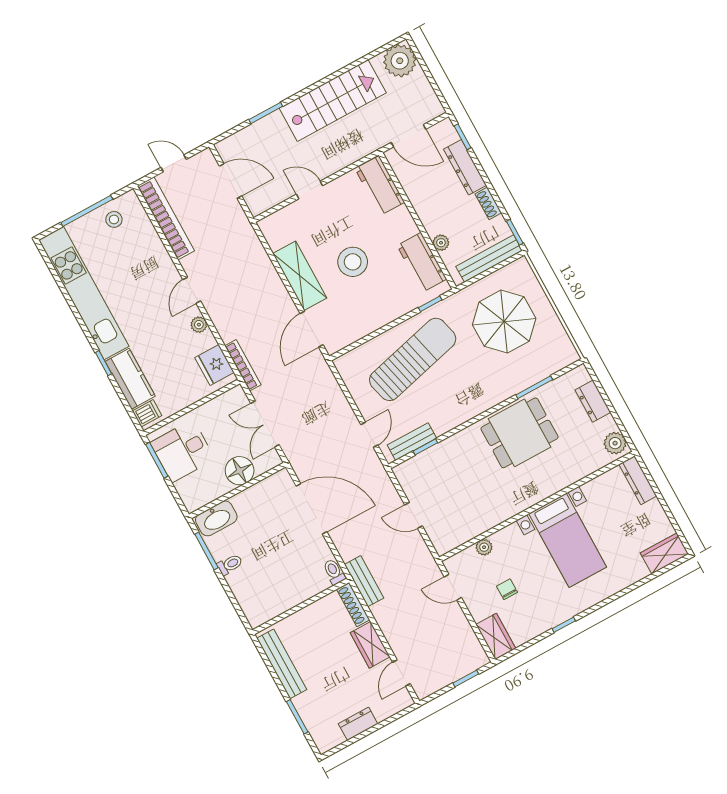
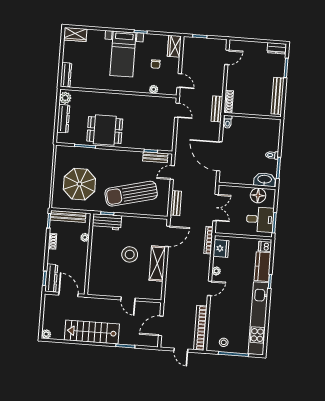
plant: (400, 61) -> (46, 334), width x0.53, depth x0.53
dresser: (465, 167) -> (51, 278), moved
door: (230, 181) -> (161, 326), hinge flipped
workbench: (380, 185) -> (96, 281), removed
workbench: (422, 262) -> (107, 222), moved, turned 90
bench: (332, 390) -> (176, 203), added
dresser: (593, 401) -> (63, 119), width x1.44
floor lamp: (240, 471) -> (258, 195), moved
door: (414, 515) -> (177, 110), moved
bed with nightstands: (568, 540) -> (123, 54), moved, turned 180
wardrobe: (370, 645) -> (233, 79), removed
dresser: (358, 724) -> (277, 48), moved

